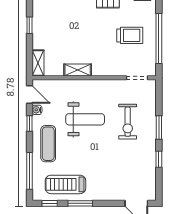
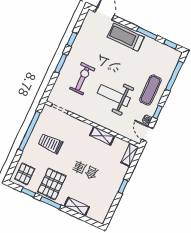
treadmill: (65, 184) -> (126, 37), moved, turned 180

